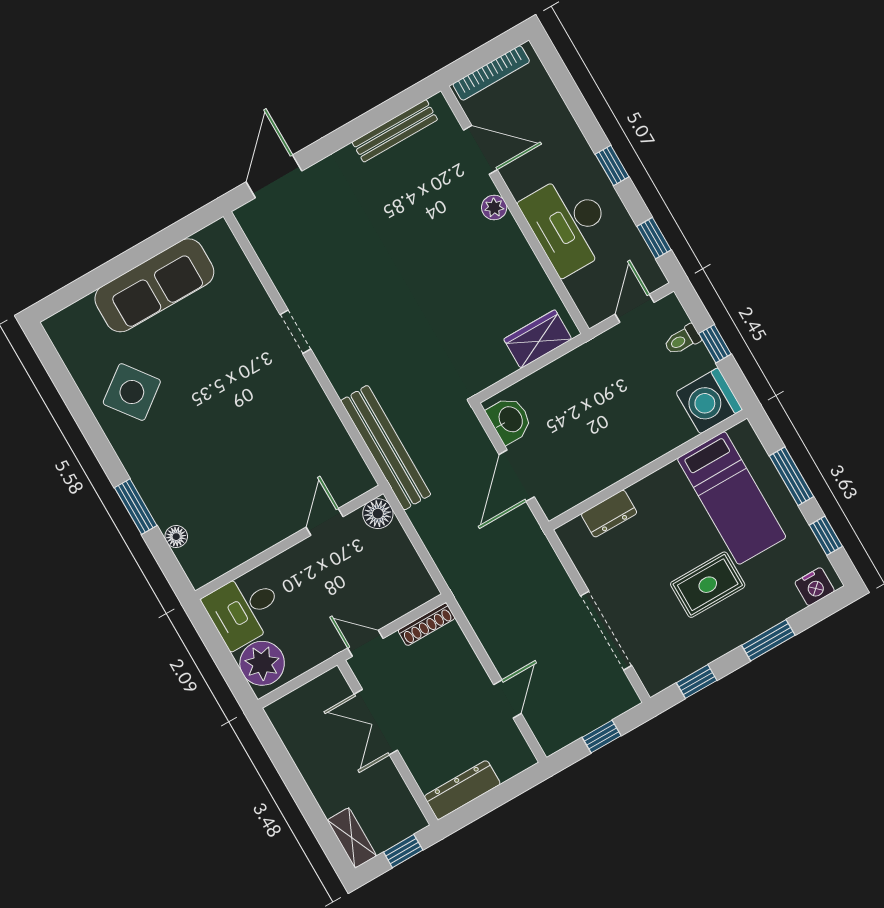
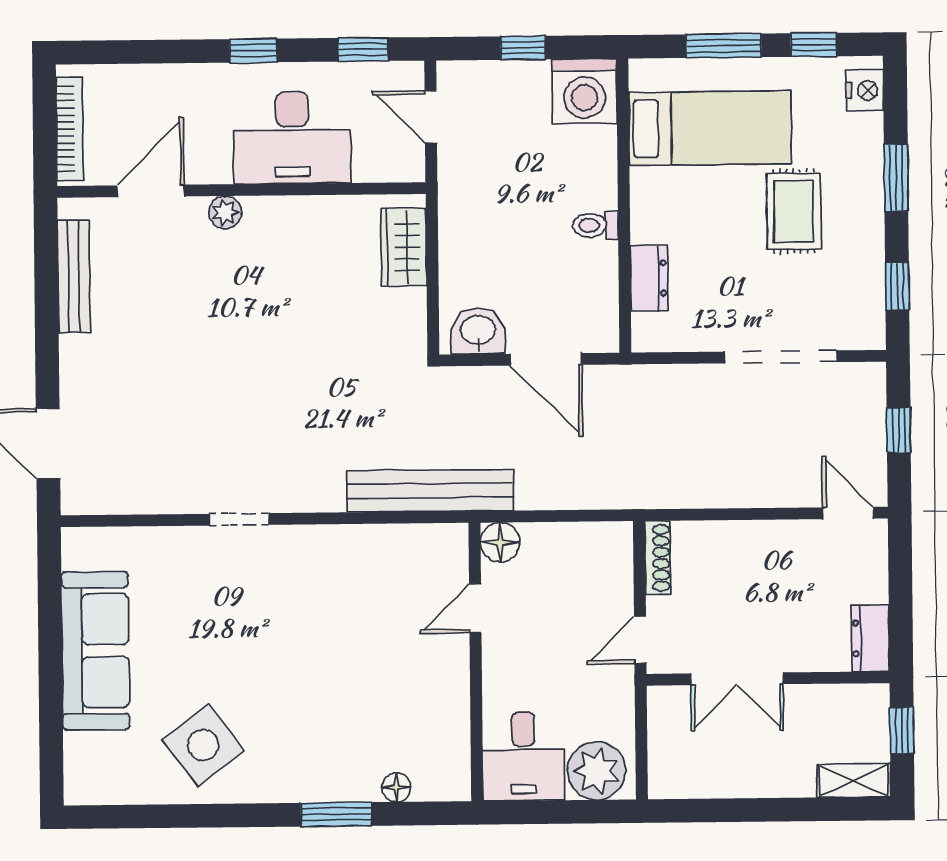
toilet: (682, 340) -> (595, 225), moved, turned 90
door: (325, 522) -> (475, 608), hinge flipped
door: (507, 699) -> (848, 513), moved
dresser: (462, 790) -> (870, 638), width x0.70

